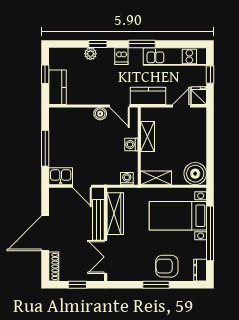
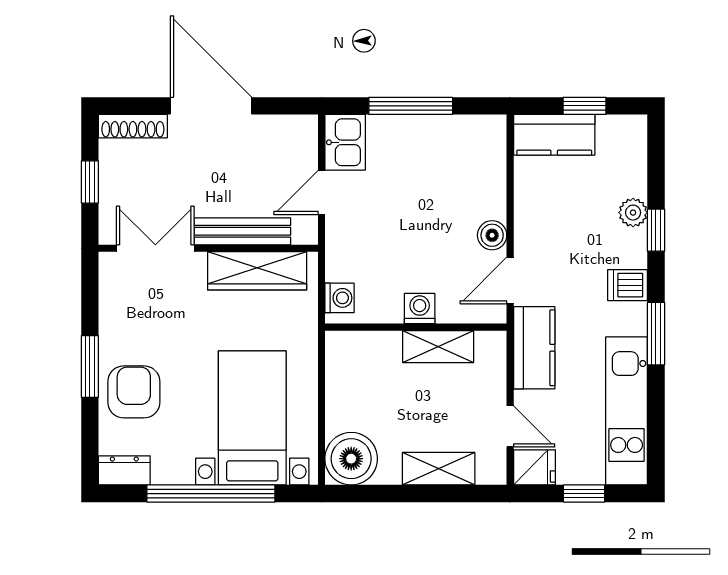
shelving: (156, 178) -> (439, 469), moved, turned 90

